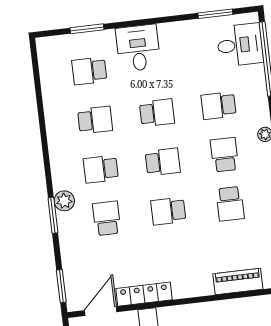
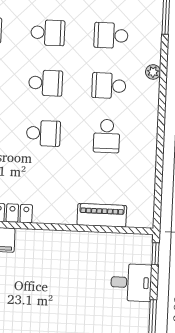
school desk: (224, 155) -> (109, 86), turned -90
school desk: (168, 211) -> (43, 133), turned 180

